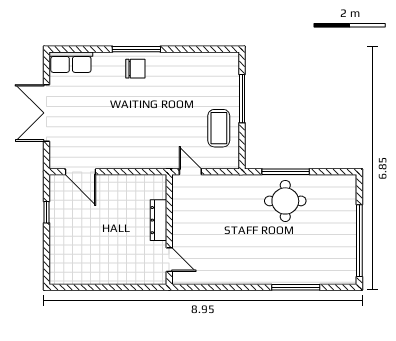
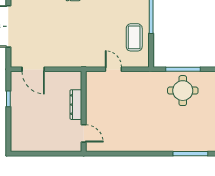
dresser: (159, 220) -> (76, 105), moved
wall: (169, 230) -> (84, 111), moved
door: (169, 260) -> (84, 133), moved

